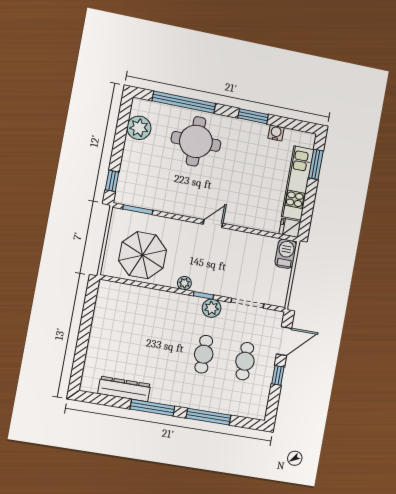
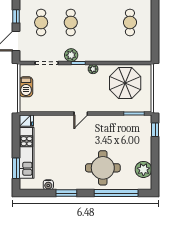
barbecue: (286, 254) -> (26, 87), moved
cafe table: (120, 340) -> (130, 22), added

